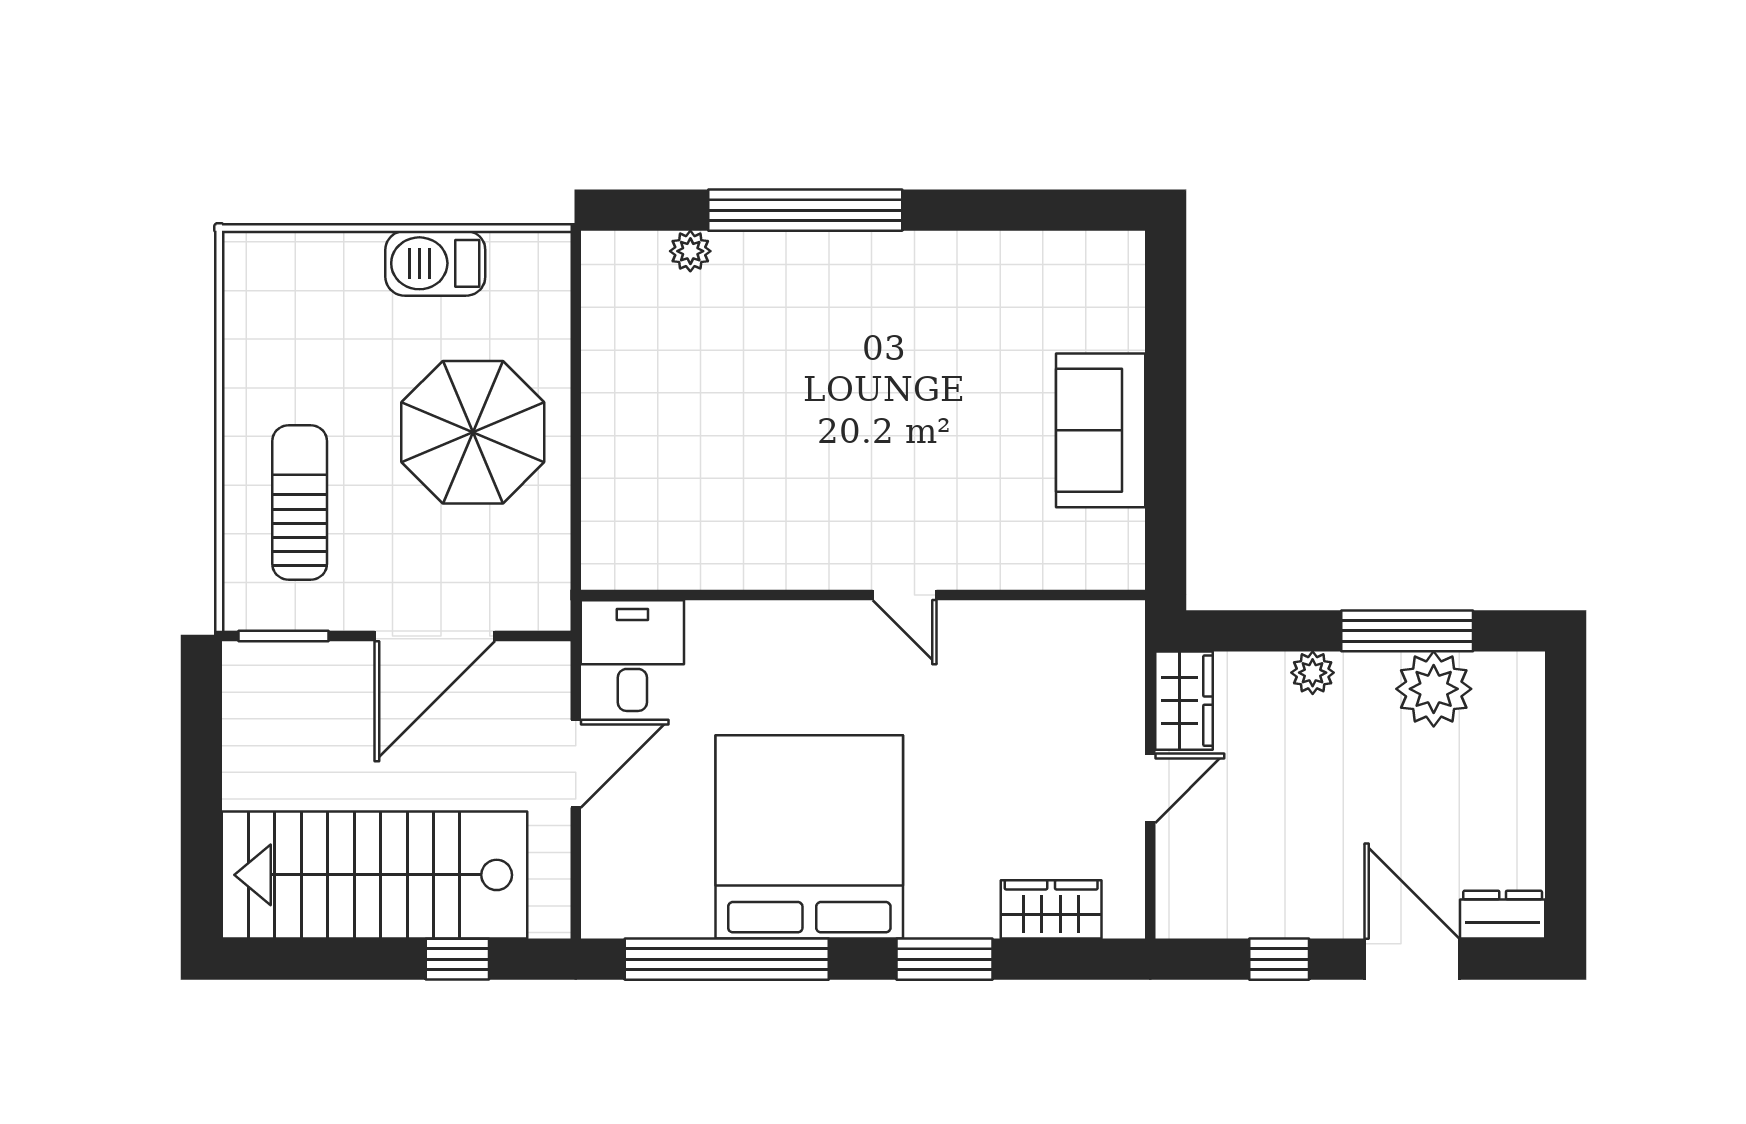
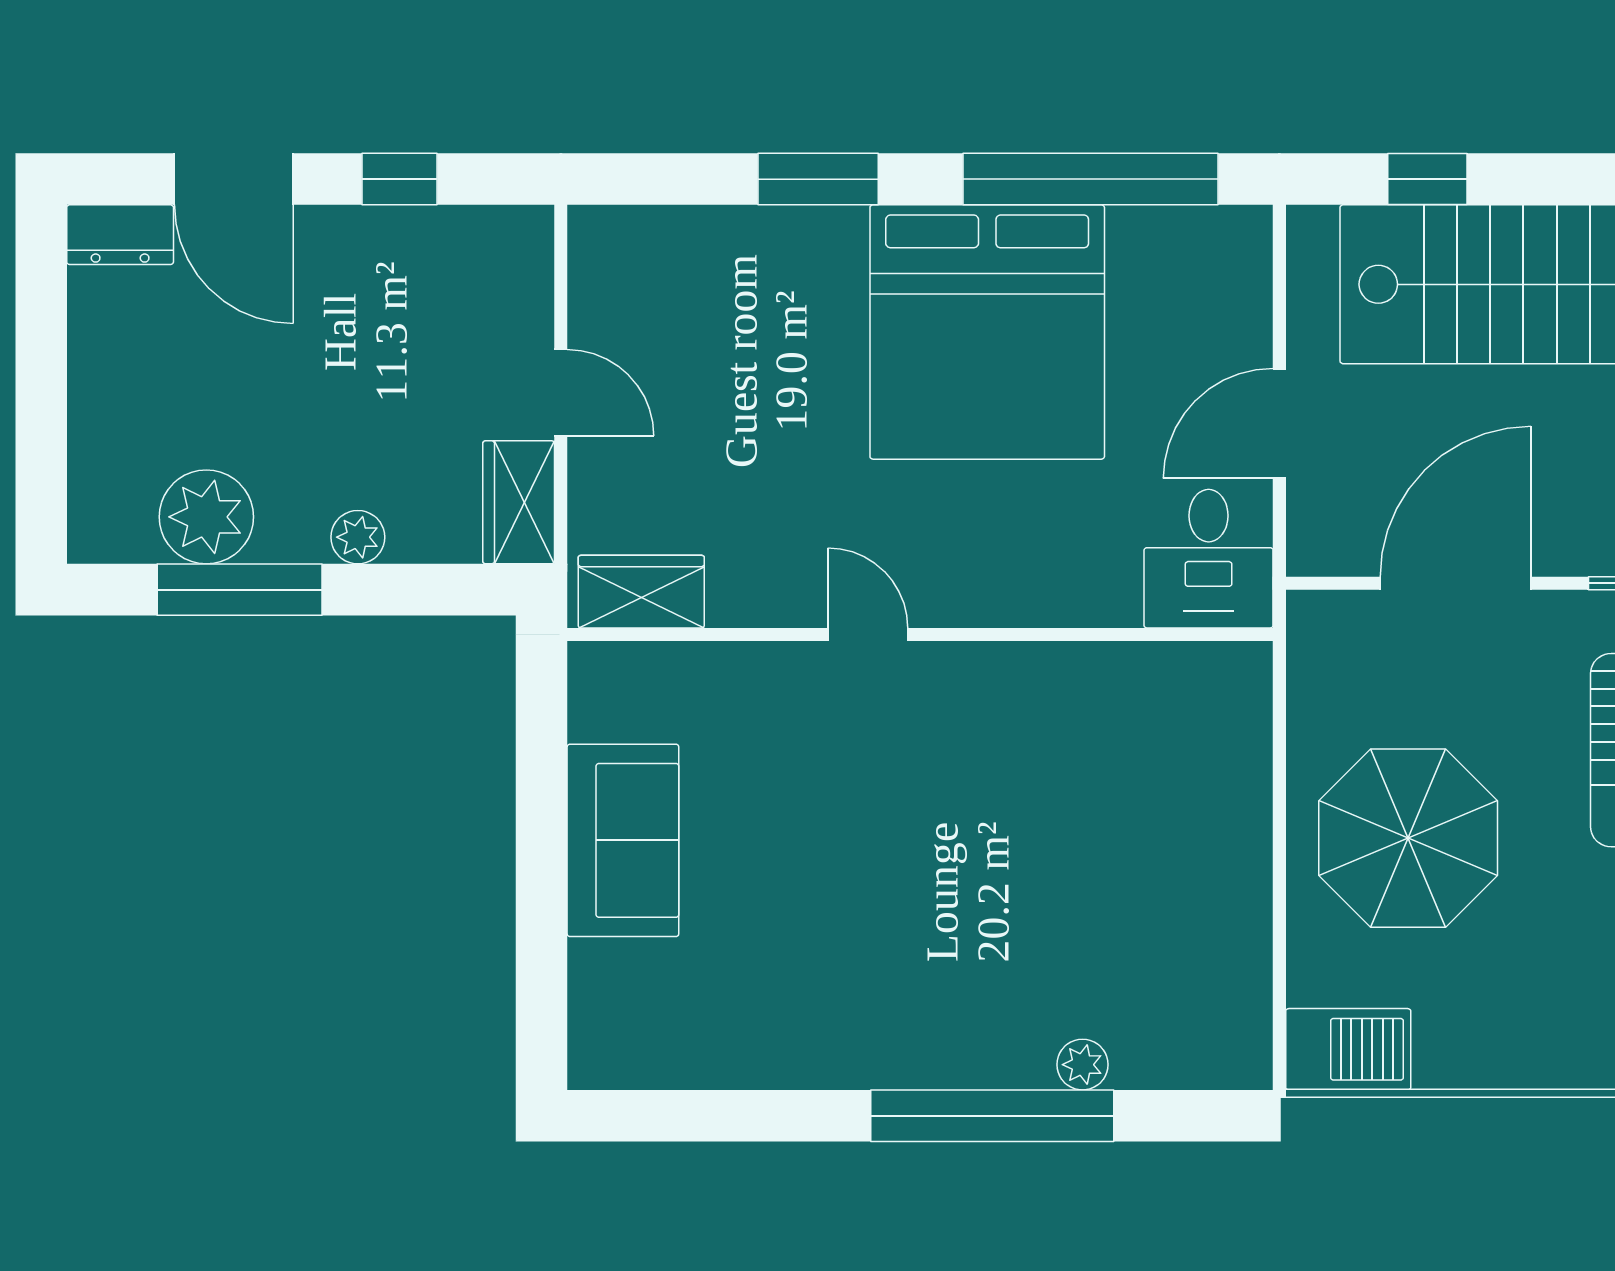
plant: (690, 251) -> (1083, 1065), moved
barbecue: (435, 263) -> (1348, 1049), moved
door: (1150, 788) -> (561, 393), swing flipped
wardrobe: (1051, 909) -> (641, 592), moved, turned 180

